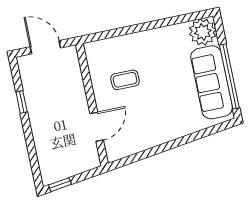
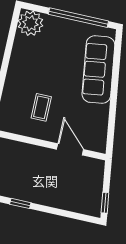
sofa: (212, 82) -> (98, 70), moved, turned 82

